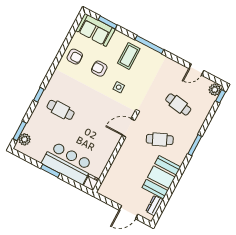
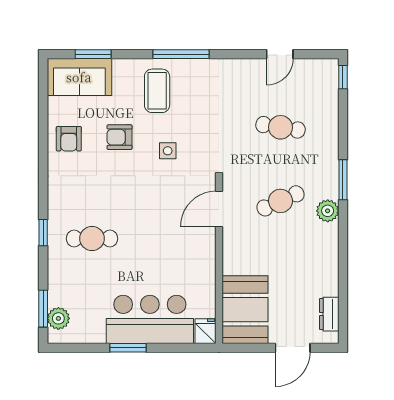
armchair: (75, 57) -> (69, 139), turned 90
plant: (215, 90) -> (328, 211), moved
booth: (161, 177) -> (245, 310), moved

